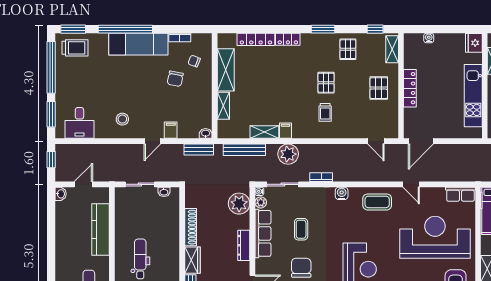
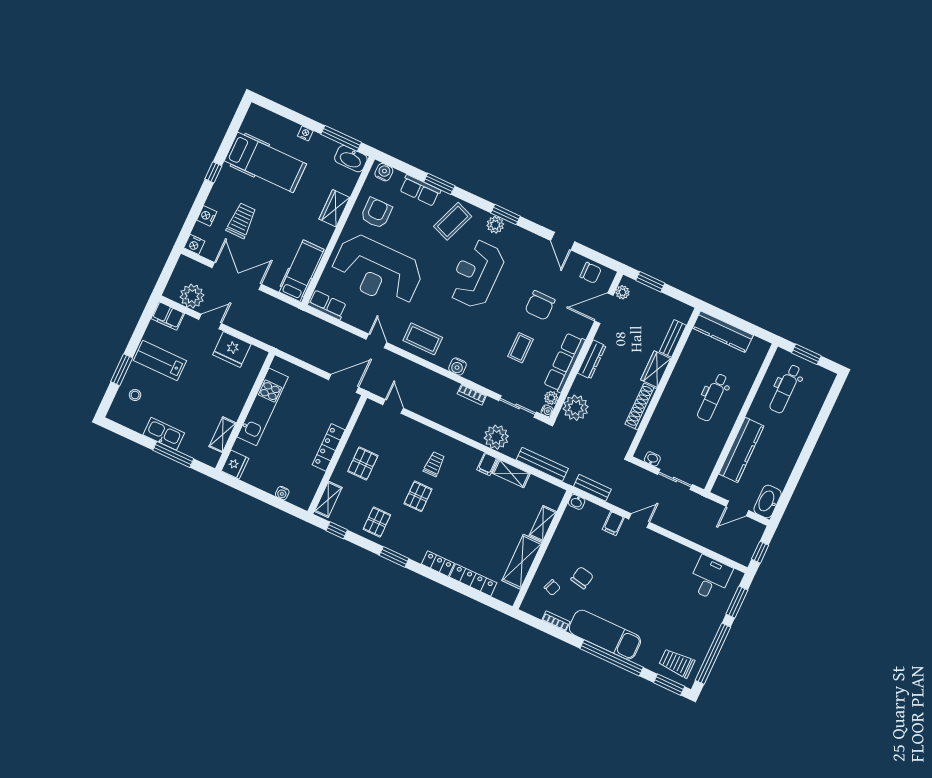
stool: (122, 119) -> (661, 560), removed
washbasin: (61, 194) -> (768, 501), width x1.91, depth x1.45

